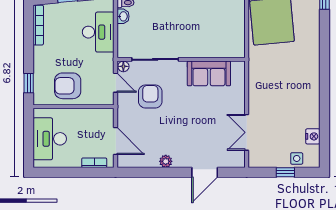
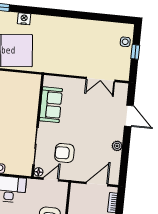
nightstand: (313, 136) -> (24, 19), moved

